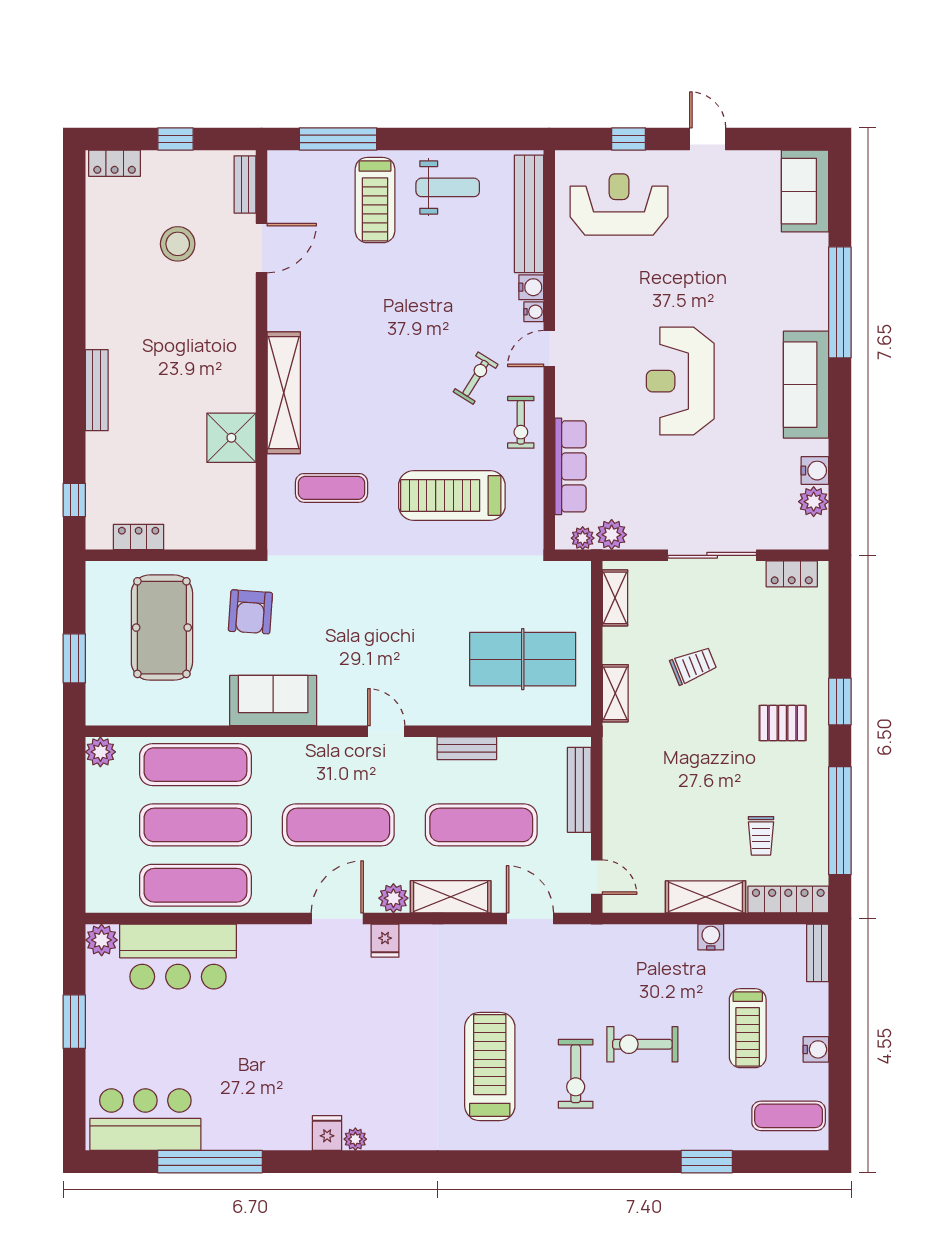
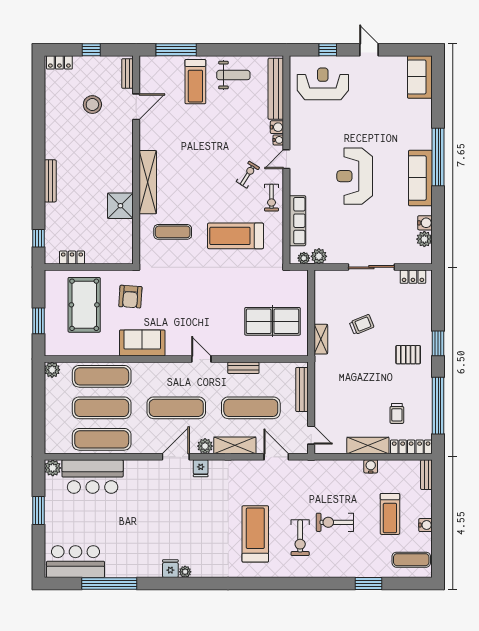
window: (840, 302) -> (438, 157), moved
shelving: (615, 598) -> (321, 289), removed

